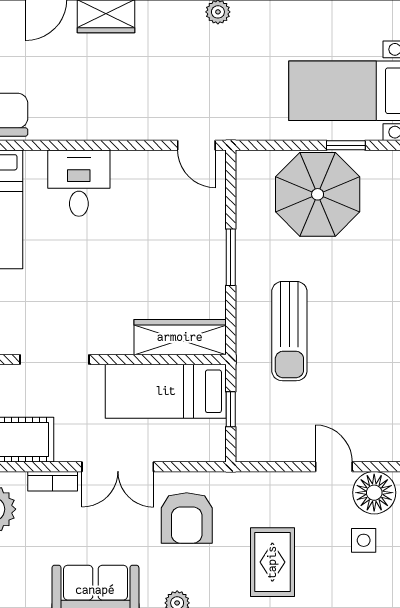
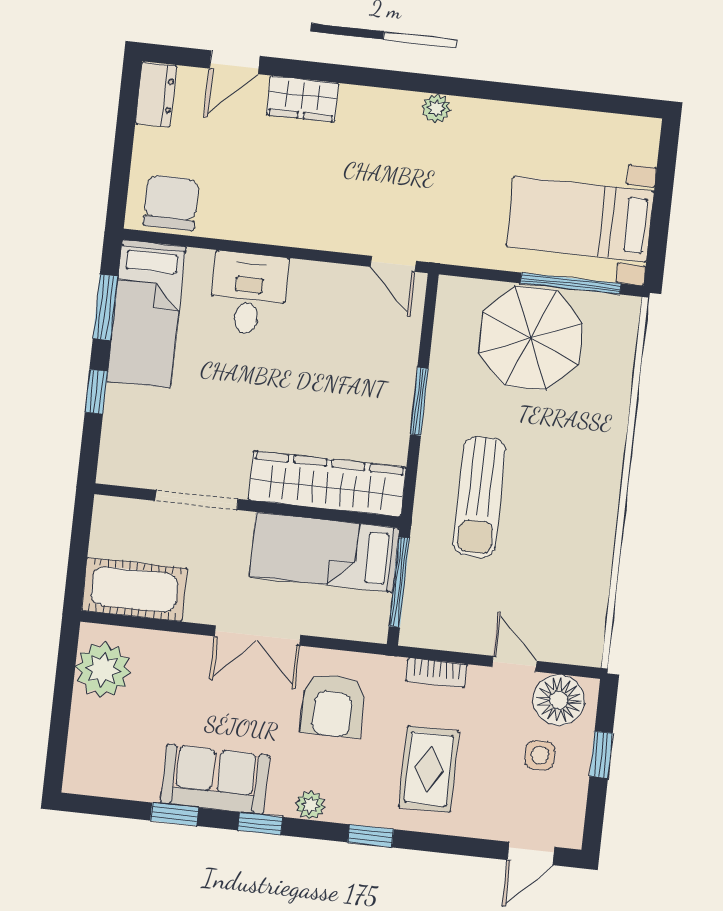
window: (346, 145) -> (571, 283), width x2.17
wardrobe: (180, 337) -> (327, 484), width x1.40, depth x1.17
window: (231, 409) -> (399, 582), width x2.17
bookcase: (53, 481) -> (436, 673), moved

